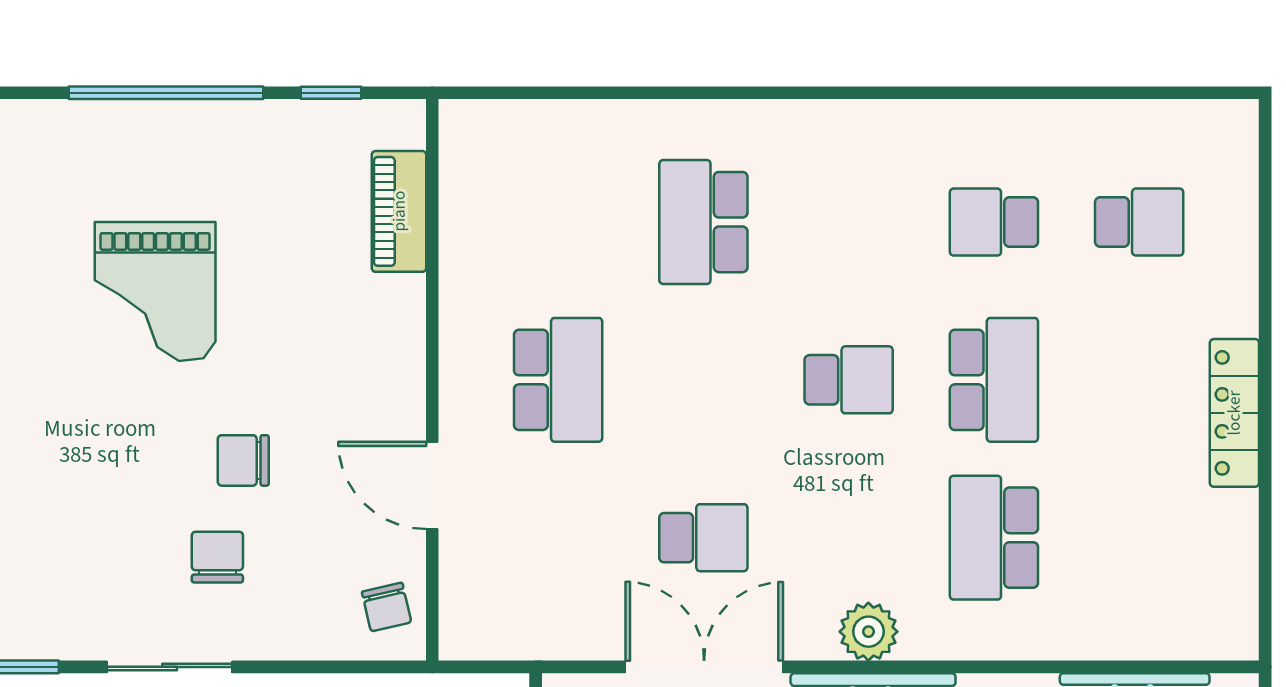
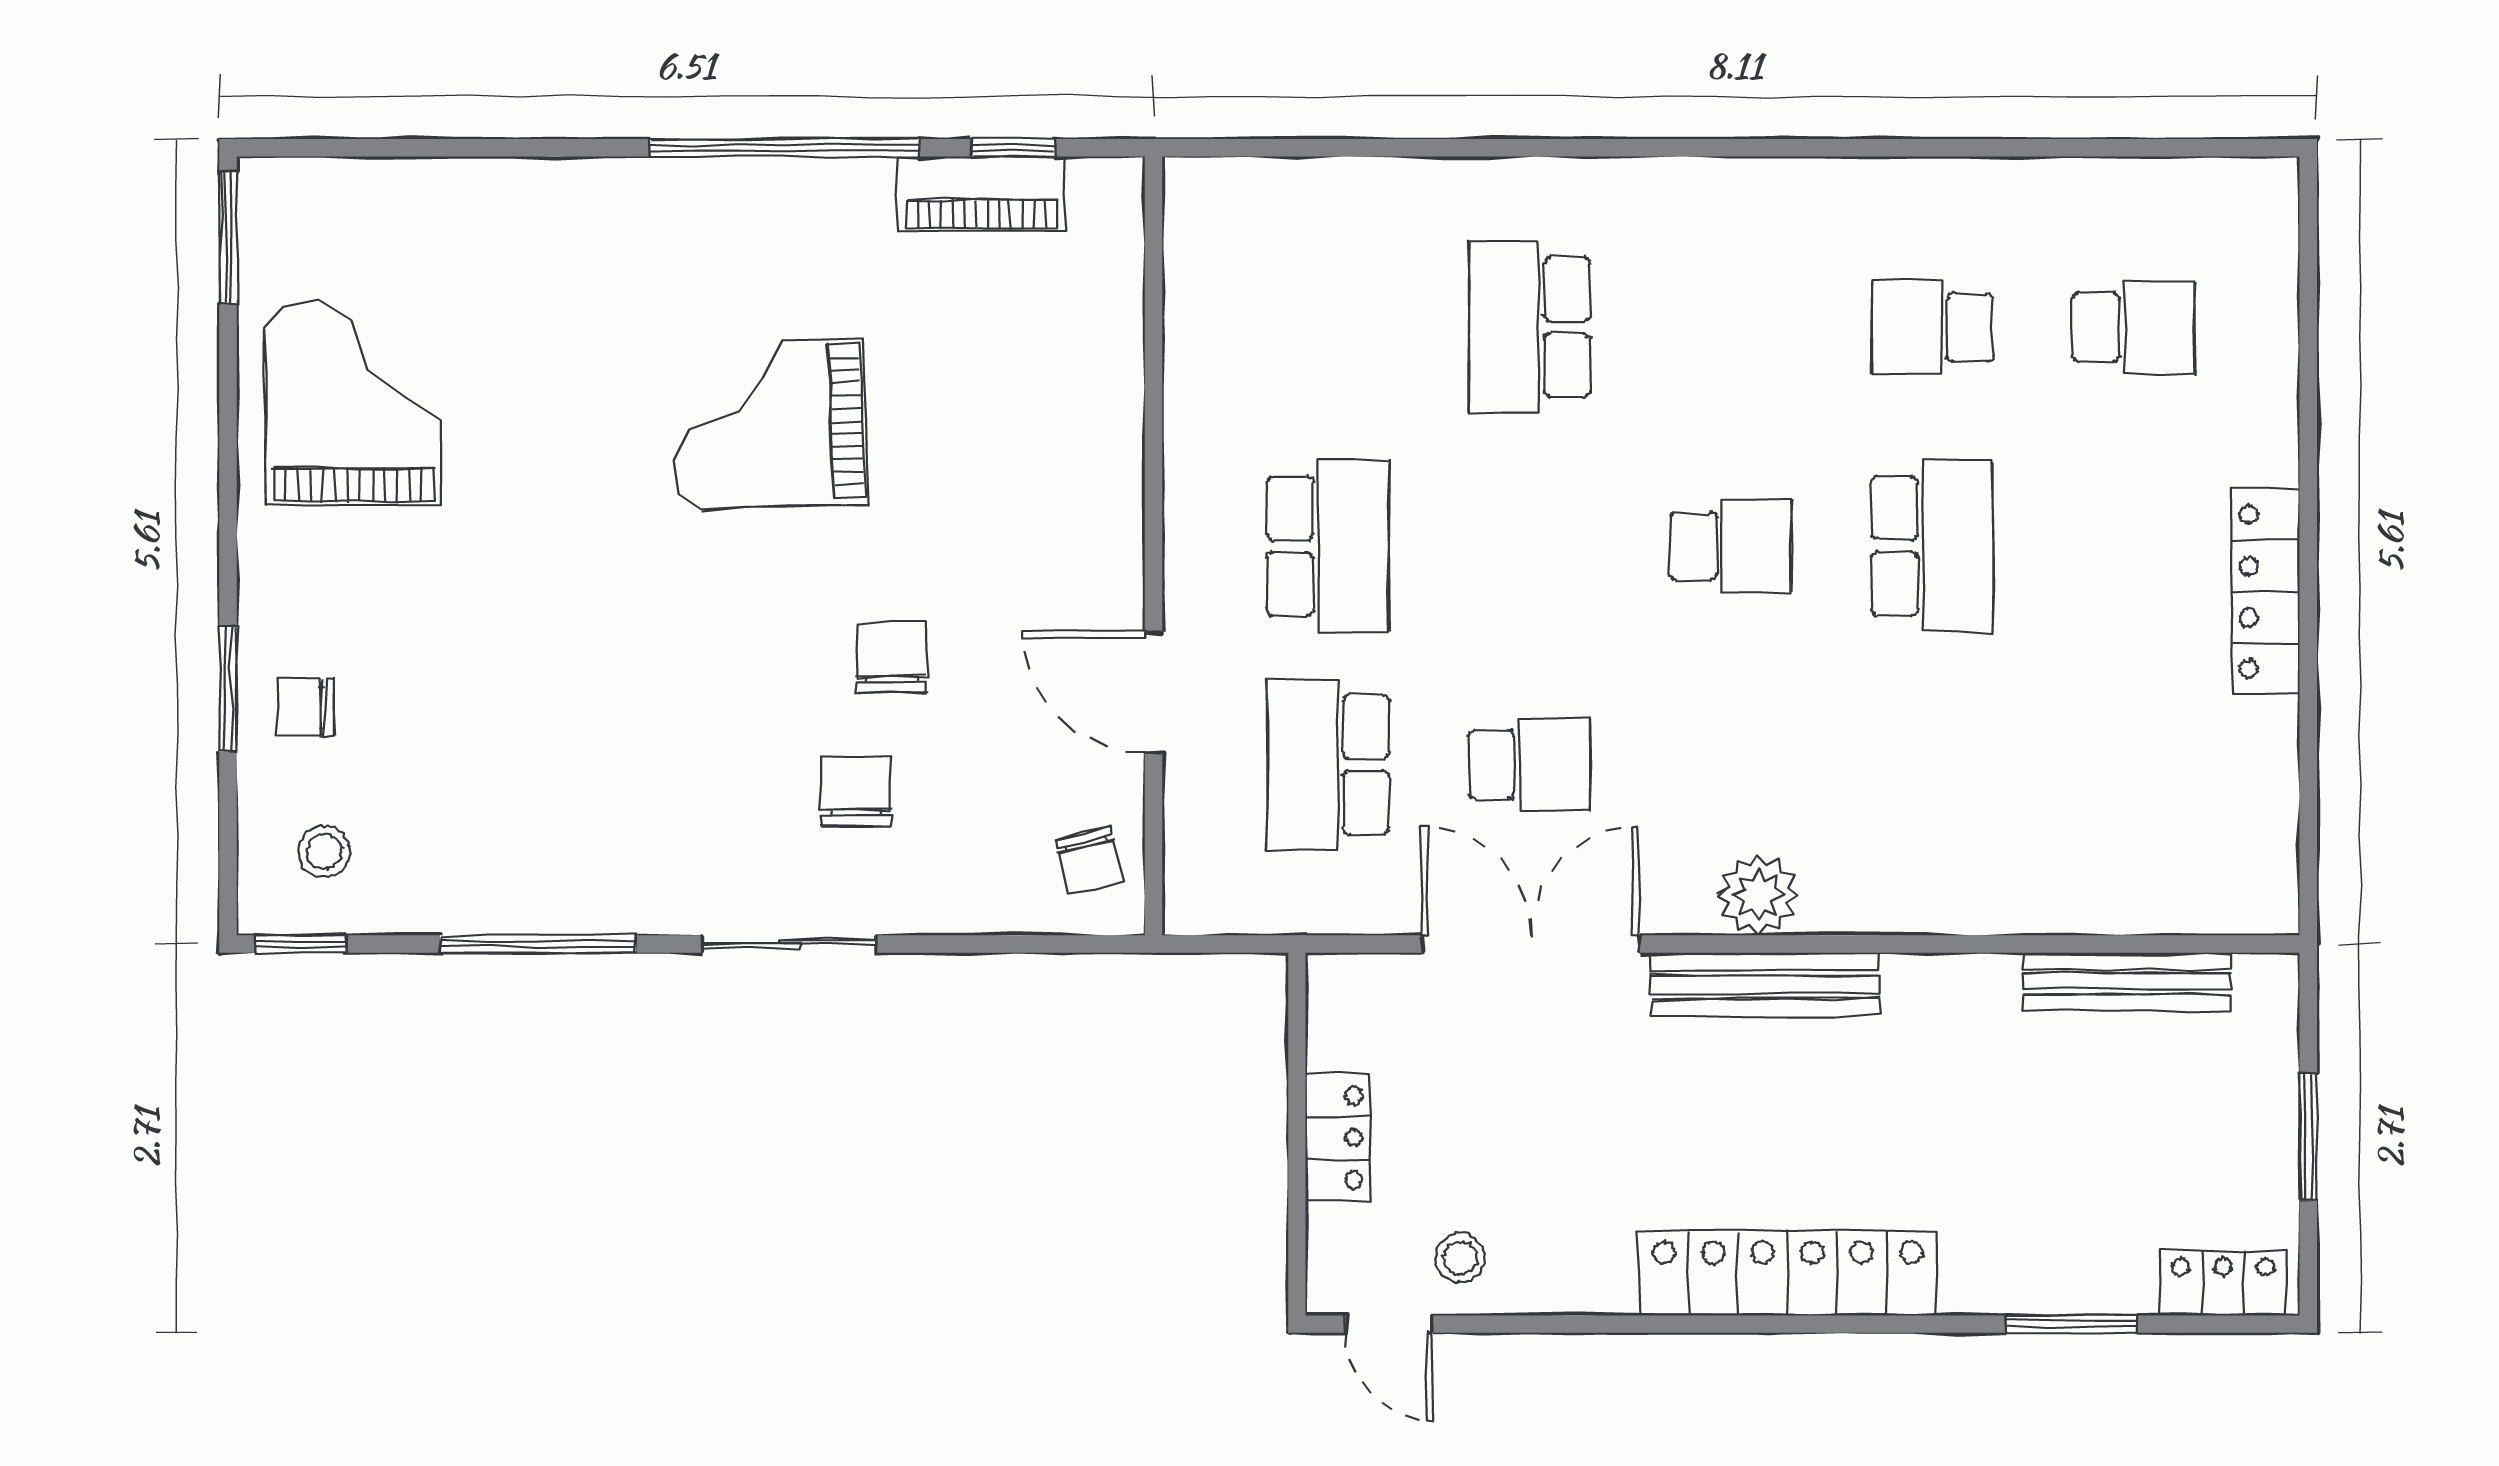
piano: (399, 211) -> (982, 194), moved, turned -90
grand piano: (155, 292) -> (769, 423), turned 88
chair: (243, 460) -> (891, 658), turned 90
school desk: (994, 538) -> (1328, 765), moved

